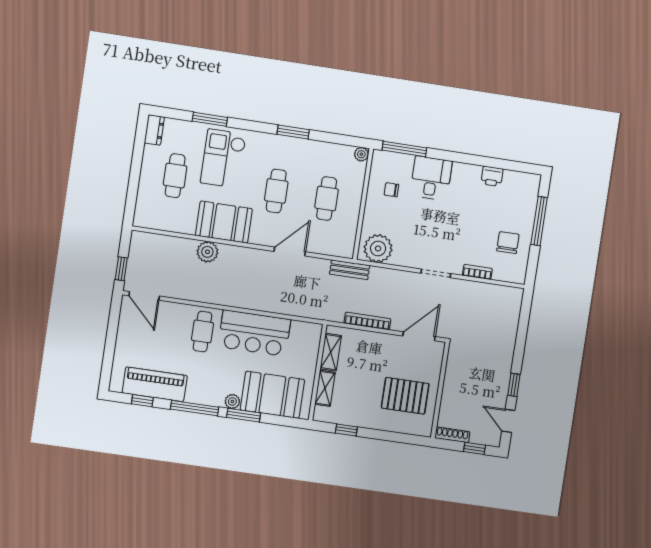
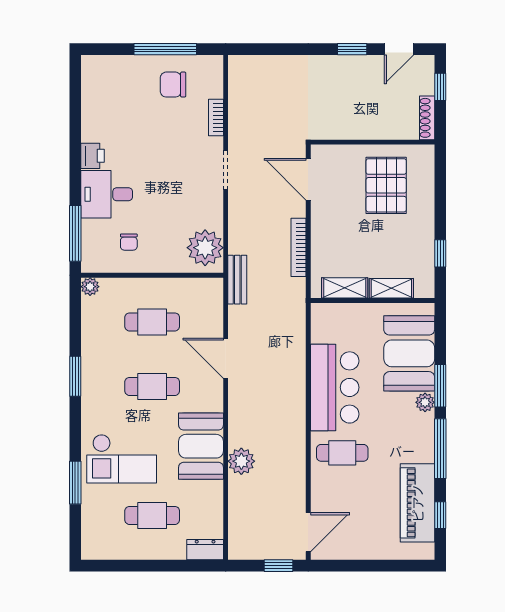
dresser: (154, 130) -> (205, 550), moved
printer: (492, 176) -> (93, 156), moved
window: (539, 221) -> (165, 49), moved

